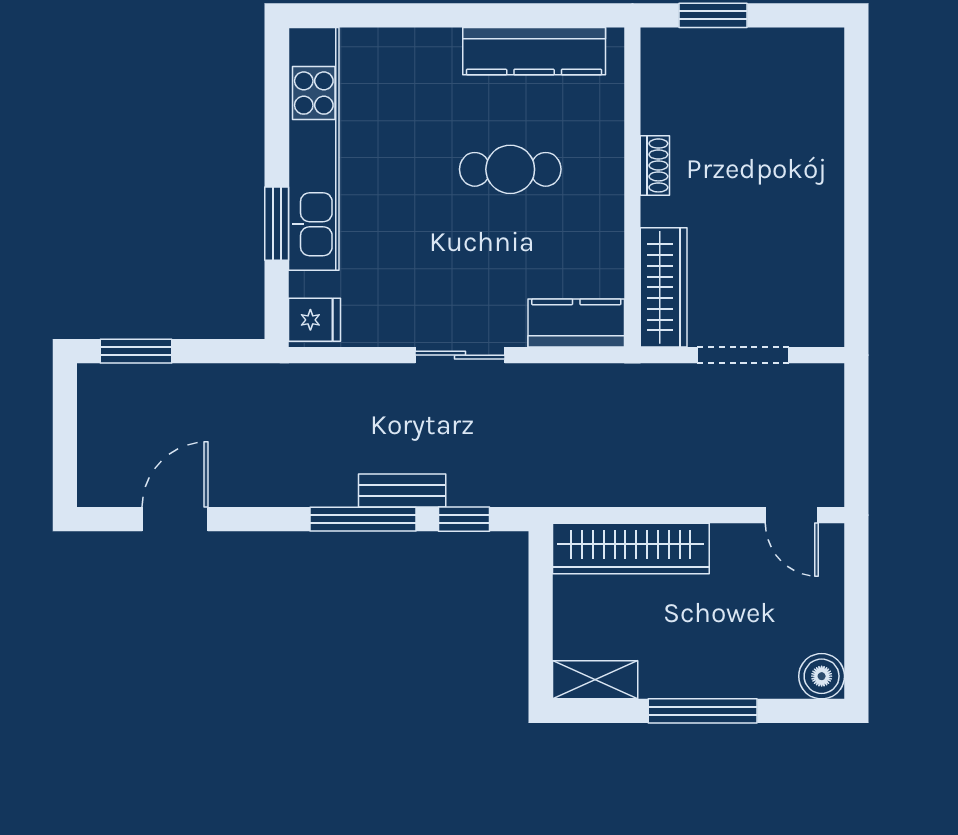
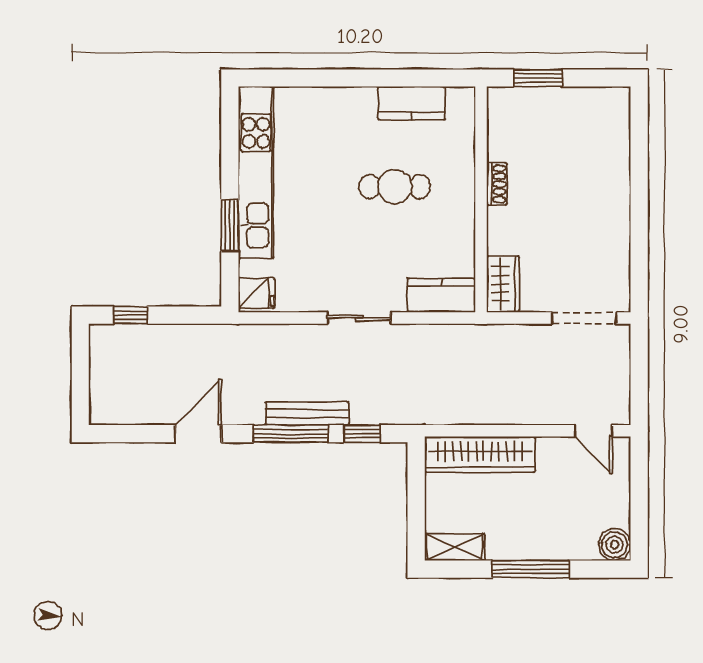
kitchen counter: (534, 51) -> (412, 103), width x0.67
wardrobe: (664, 287) -> (503, 284), width x0.67
window: (136, 351) -> (130, 315), width x0.67
doorway: (743, 355) -> (584, 318), moved
bench: (402, 491) -> (307, 413), width x1.36
door: (175, 519) -> (198, 434), moved

